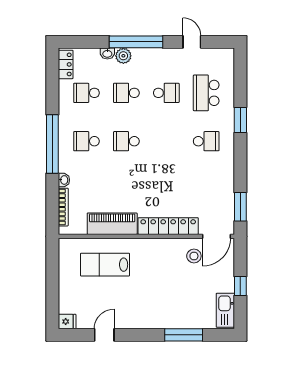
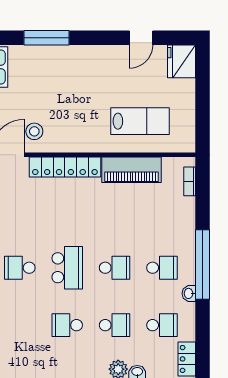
school desk: (206, 93) -> (67, 268), moved
washbasin: (64, 180) -> (189, 293), moved
bookcase: (63, 207) -> (190, 181), width x0.64
fridge: (67, 321) -> (182, 61), width x1.88, depth x1.34

